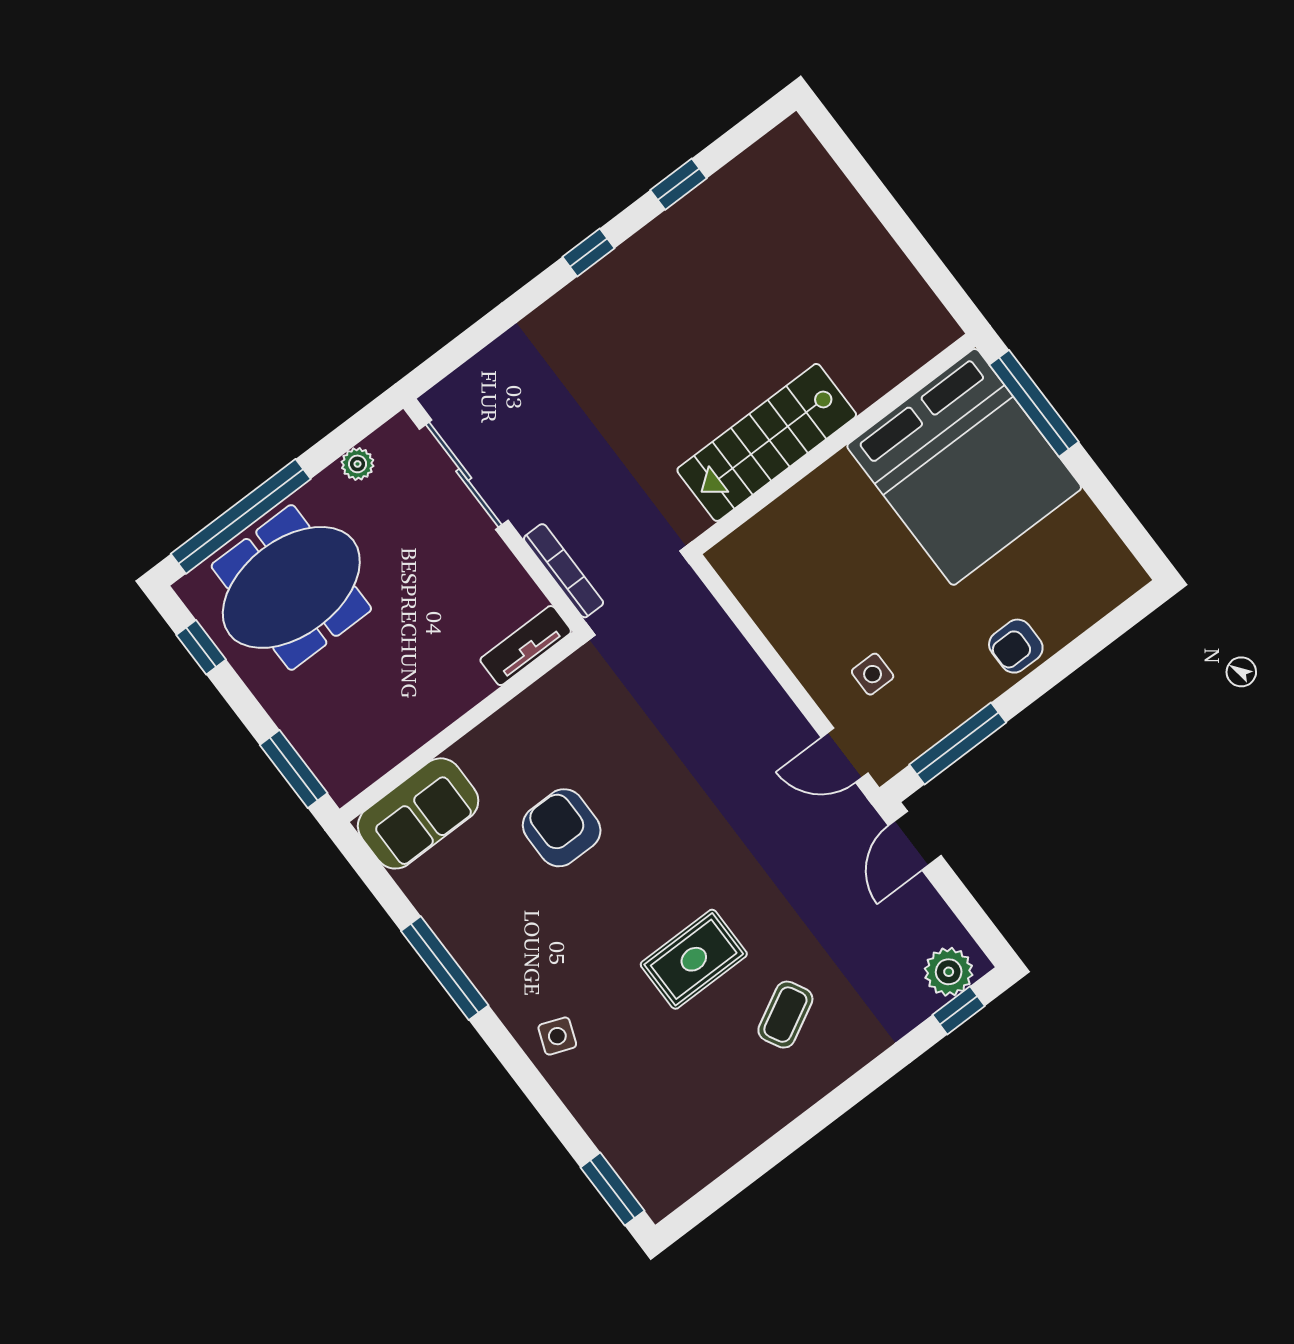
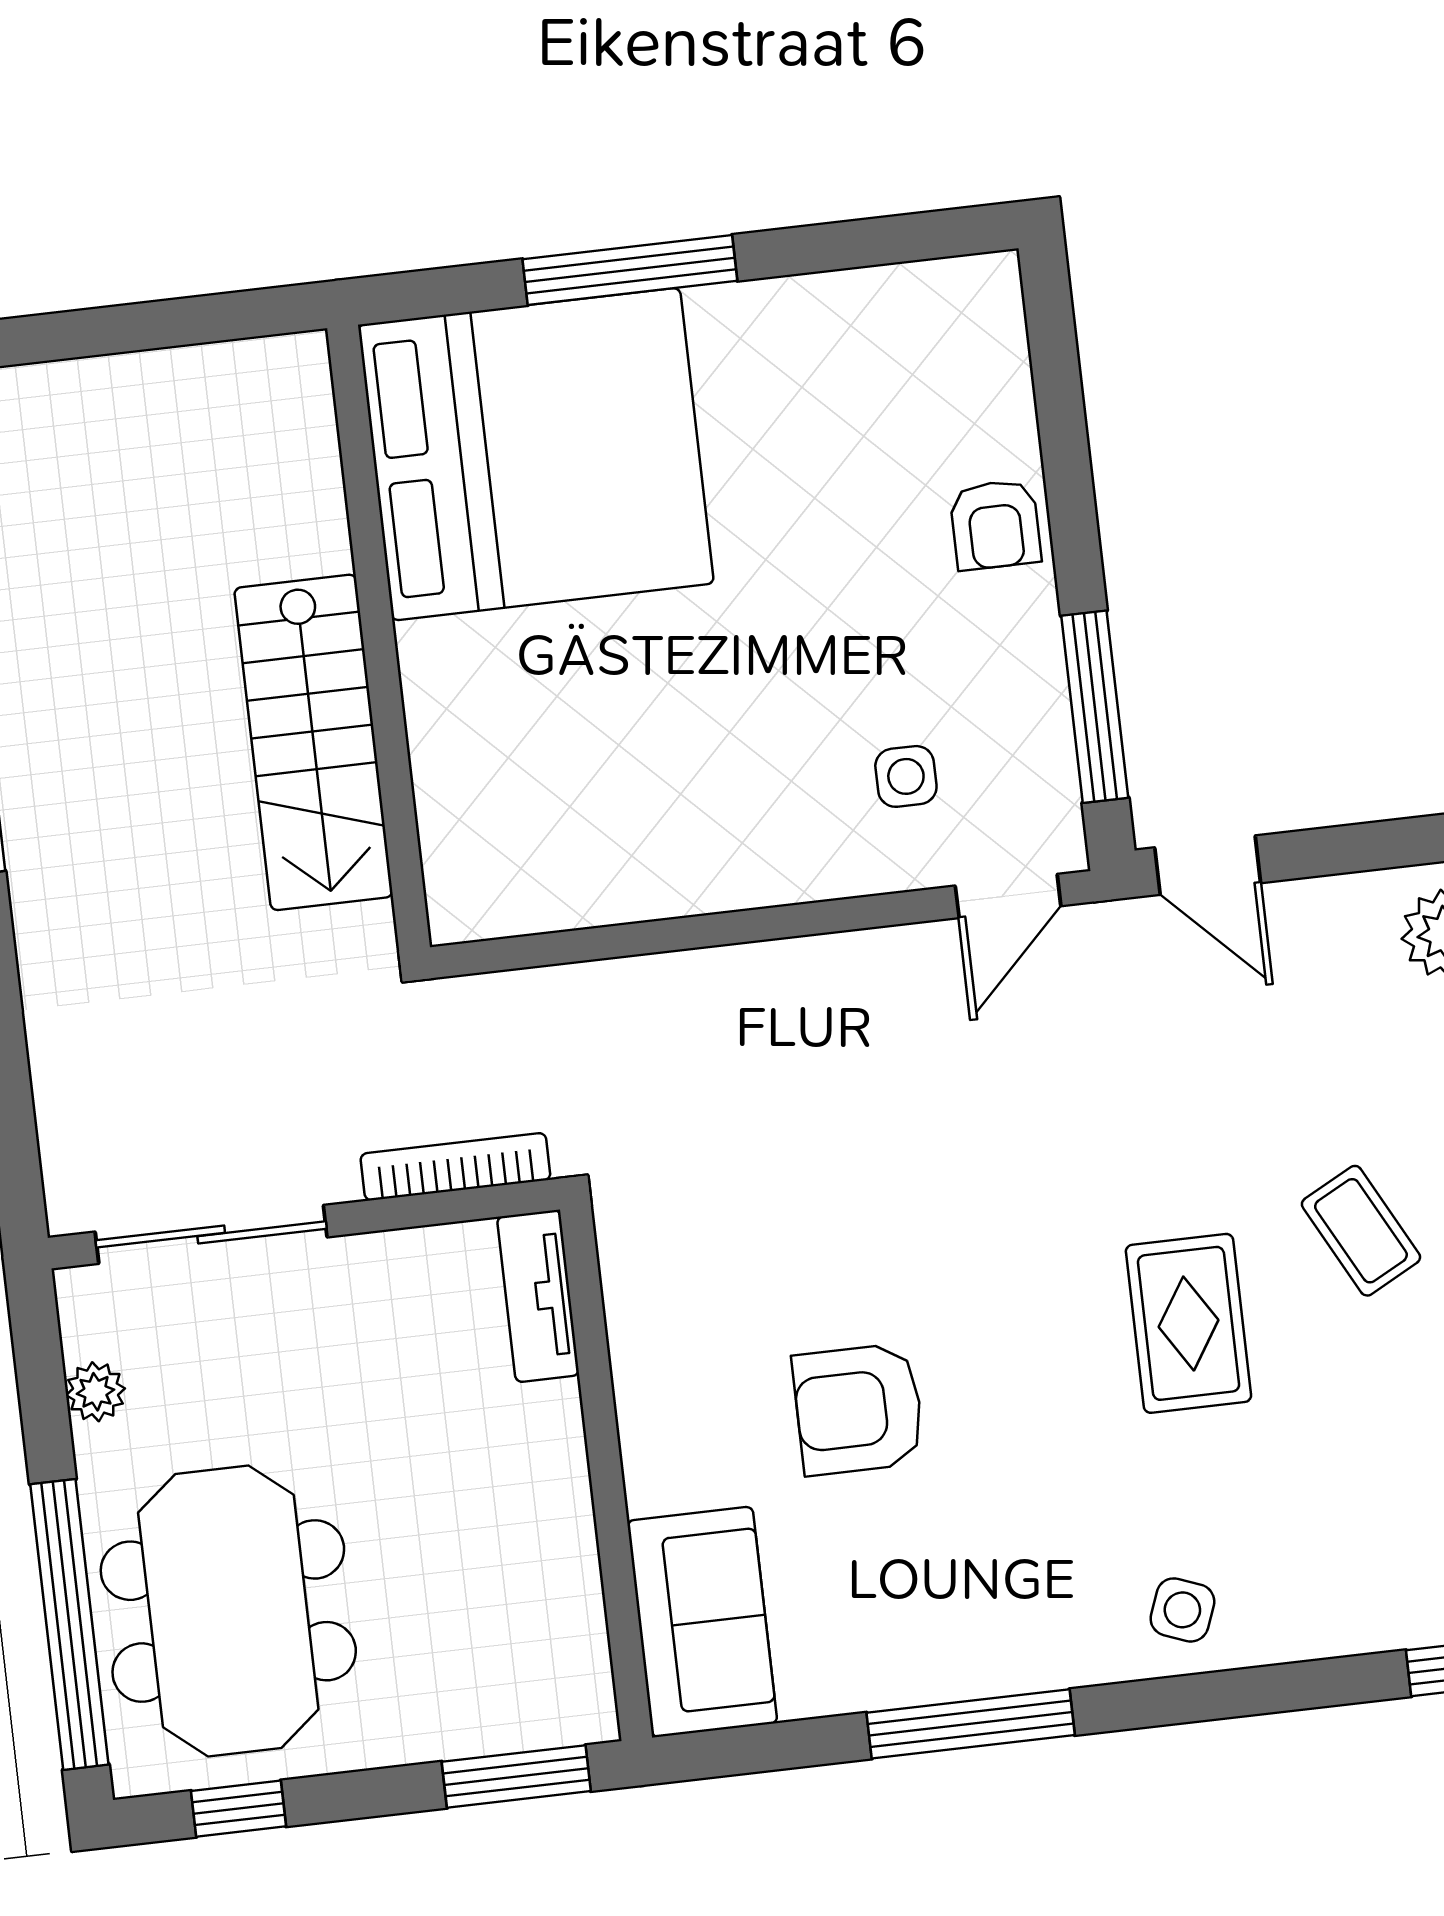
stairs: (767, 442) -> (314, 742), moved
wall: (834, 444) -> (379, 638), moved
bed: (964, 467) -> (536, 454), moved

